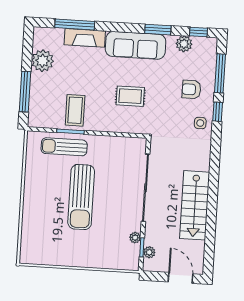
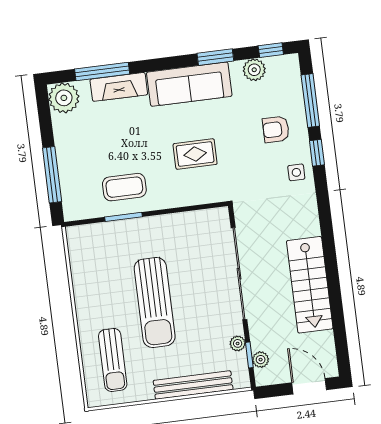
plant: (42, 61) -> (64, 98), moved
coffee table: (75, 110) -> (124, 187), turned 90
sun lounger: (64, 147) -> (113, 360), moved, turned -90
bench: (98, 261) -> (193, 385), added

